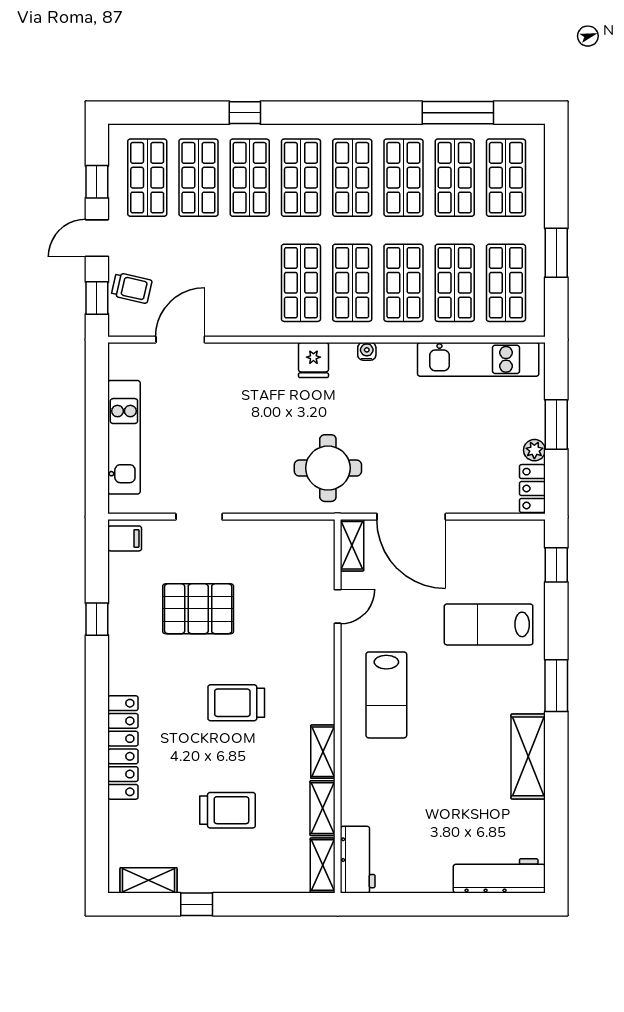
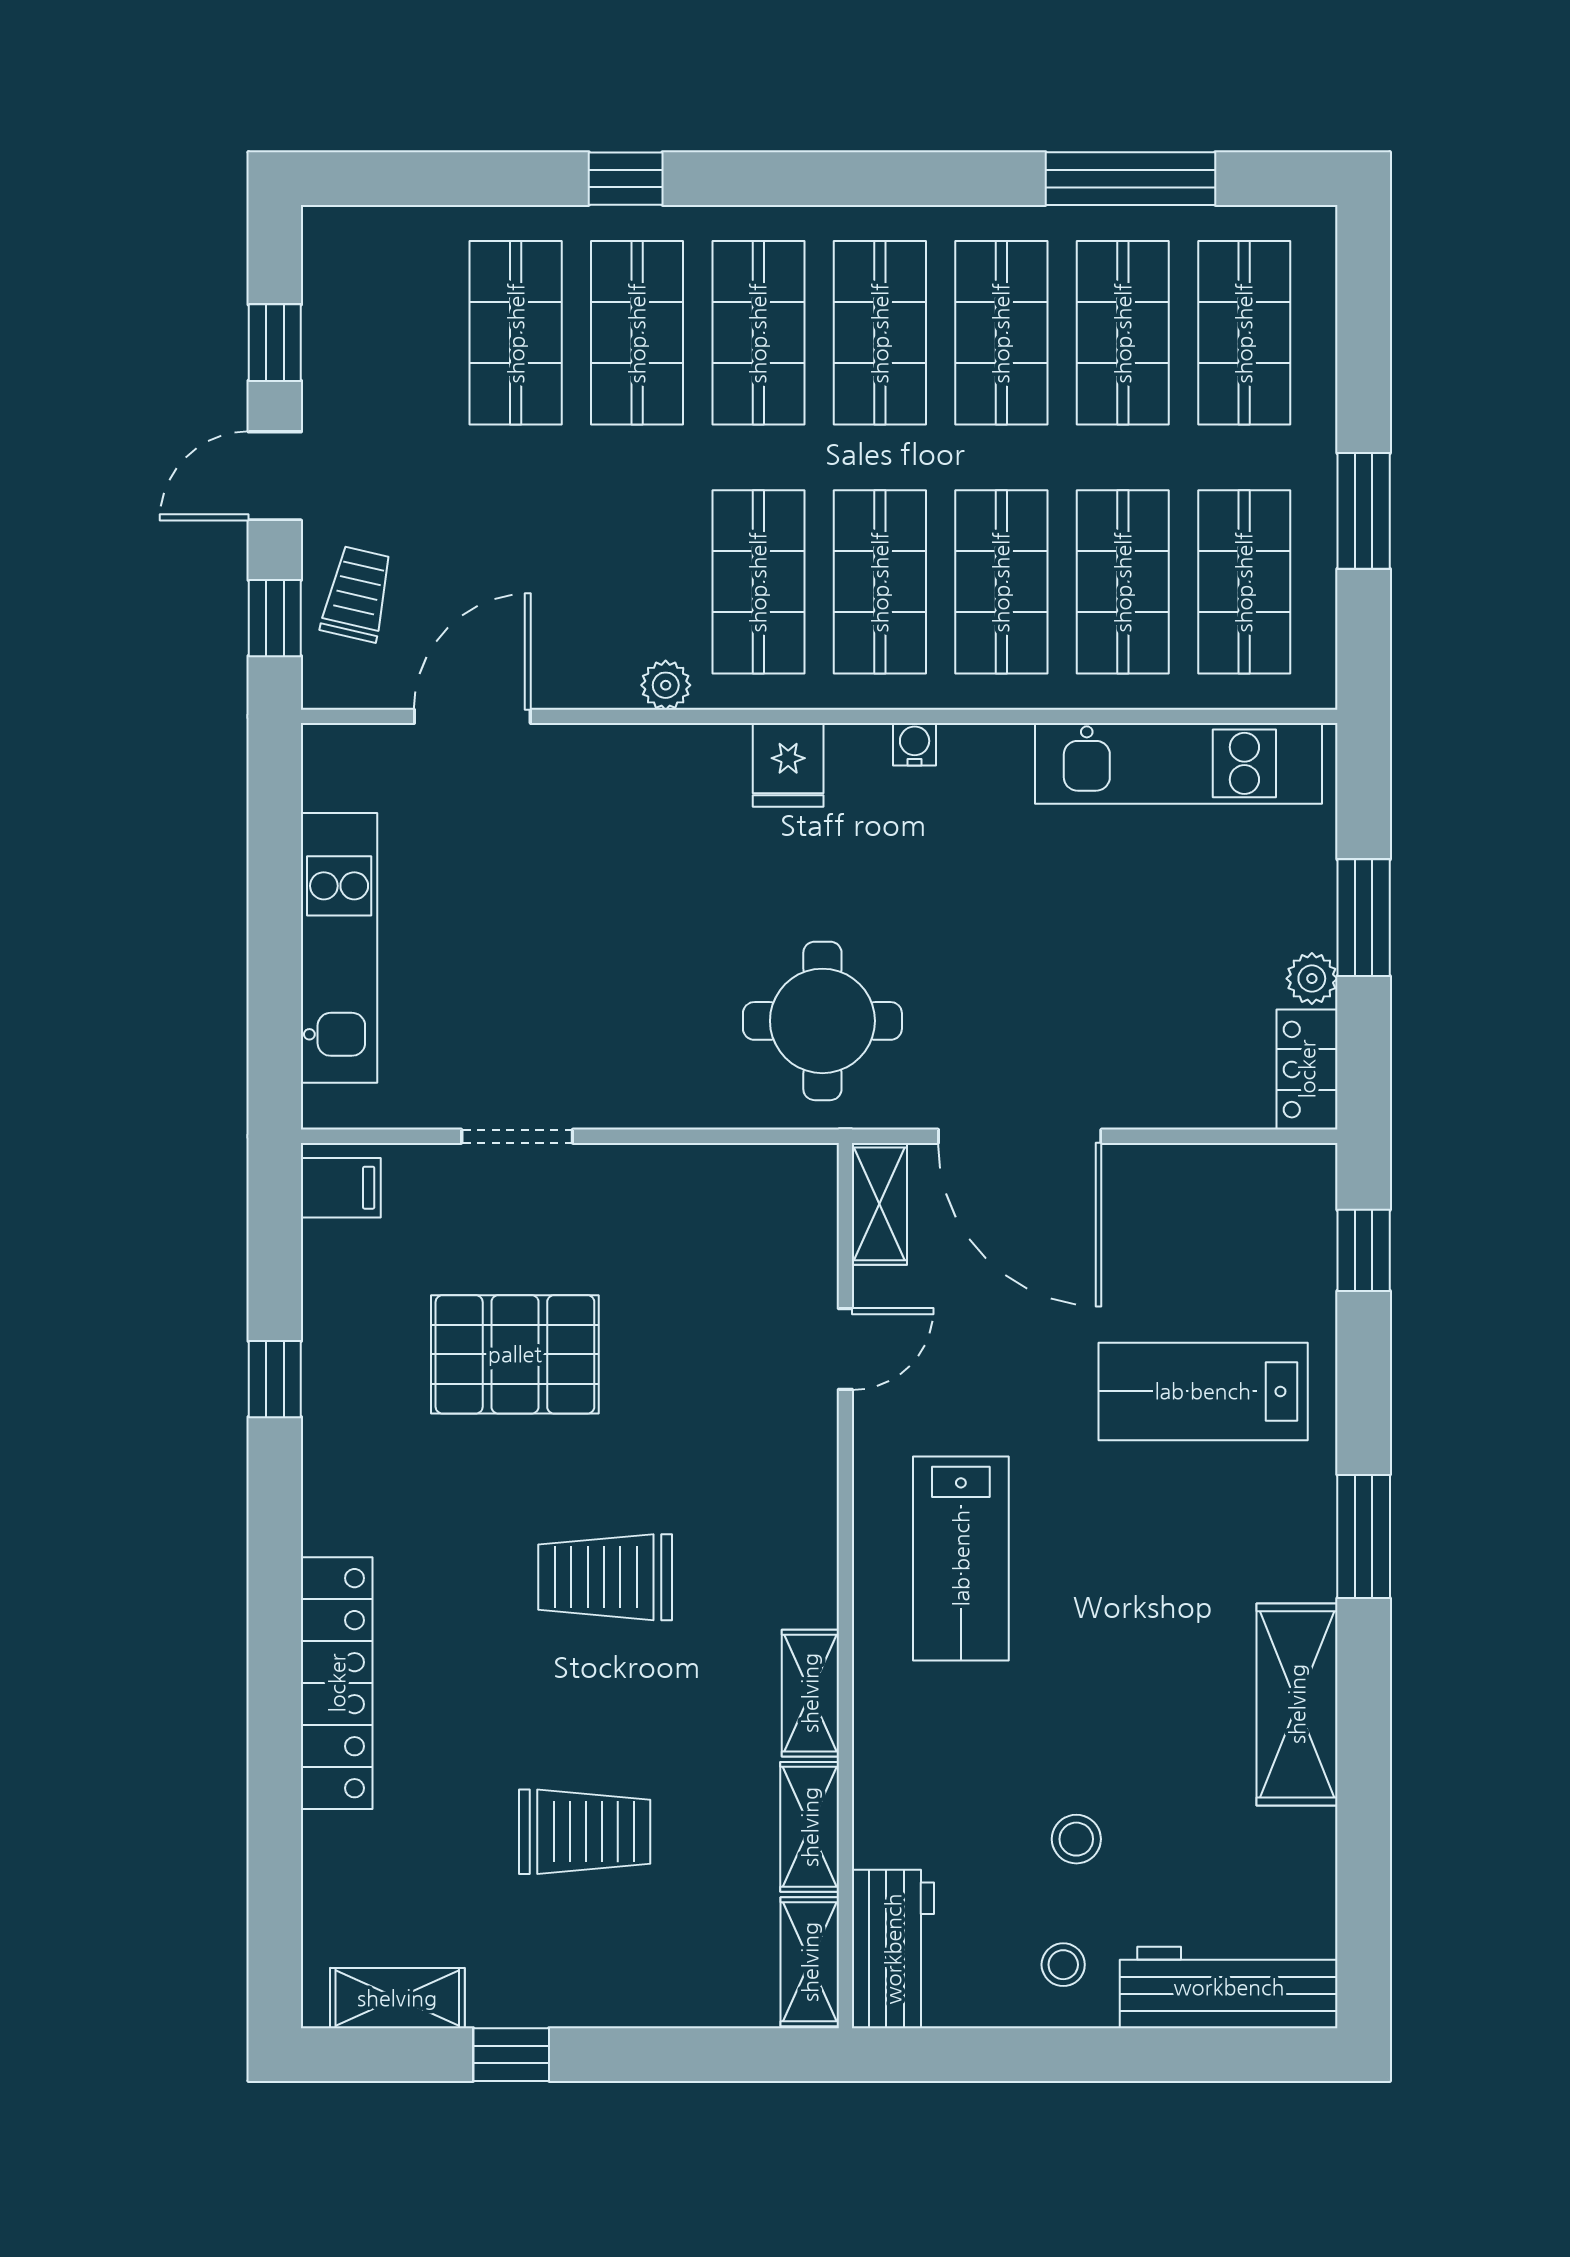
shop shelf: (147, 178) -> (394, 333), removed
trolley: (132, 288) -> (357, 594), turned -90
plant: (262, 326) -> (666, 685), added
stool: (435, 813) -> (1076, 1839), added
stool: (430, 866) -> (1063, 1965), added

